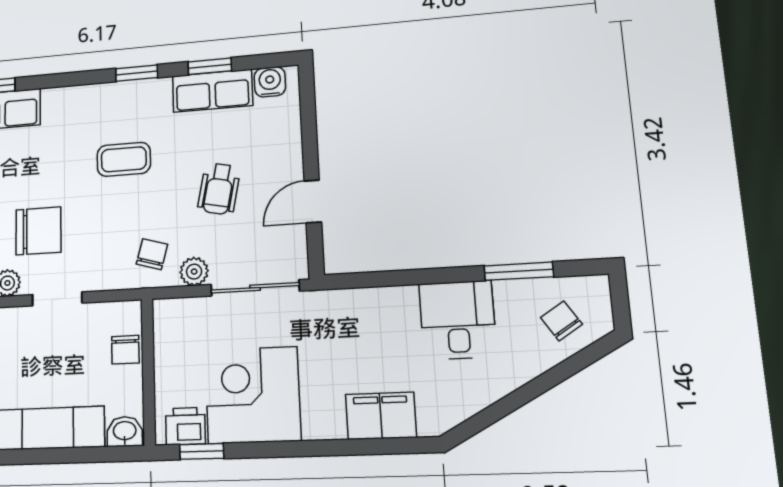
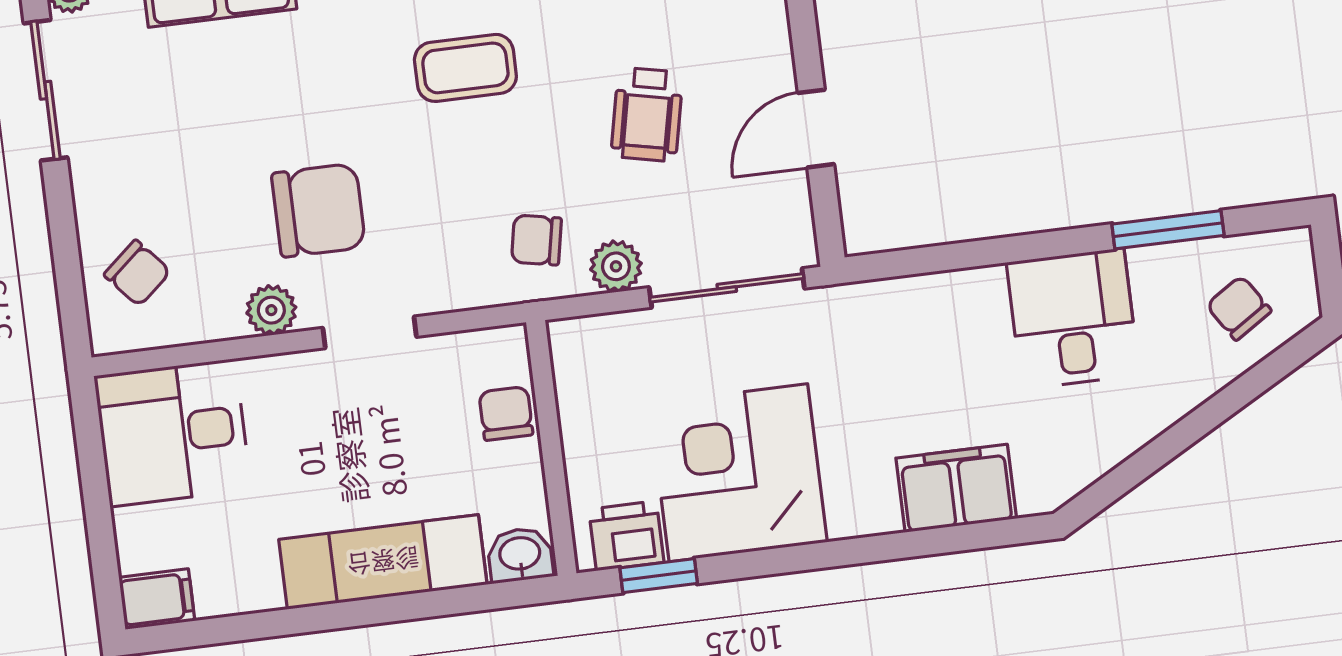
chair: (152, 254) -> (536, 240), turned -95
chair: (125, 350) -> (506, 413), turned 180

